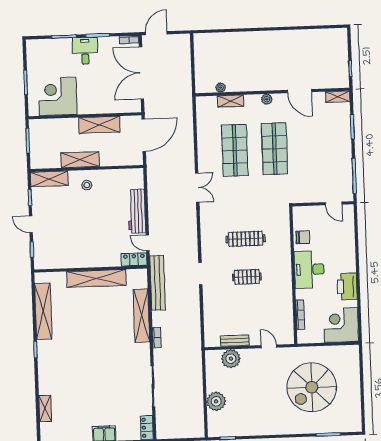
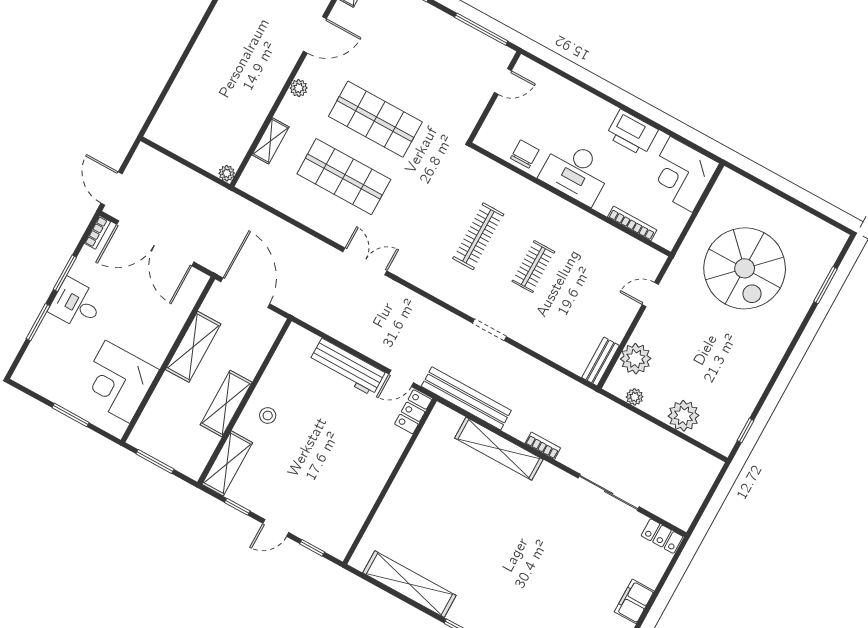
plant: (221, 88) -> (227, 173), moved
shelving: (96, 278) -> (408, 481), removed
bench: (235, 341) -> (600, 361), moved
plant: (211, 370) -> (635, 397), added

